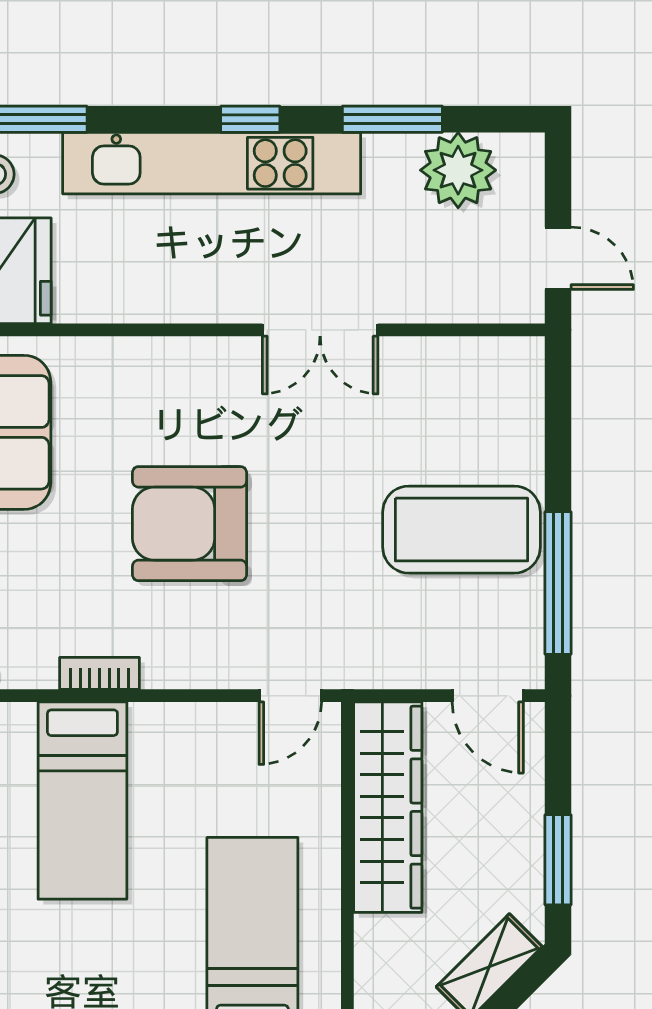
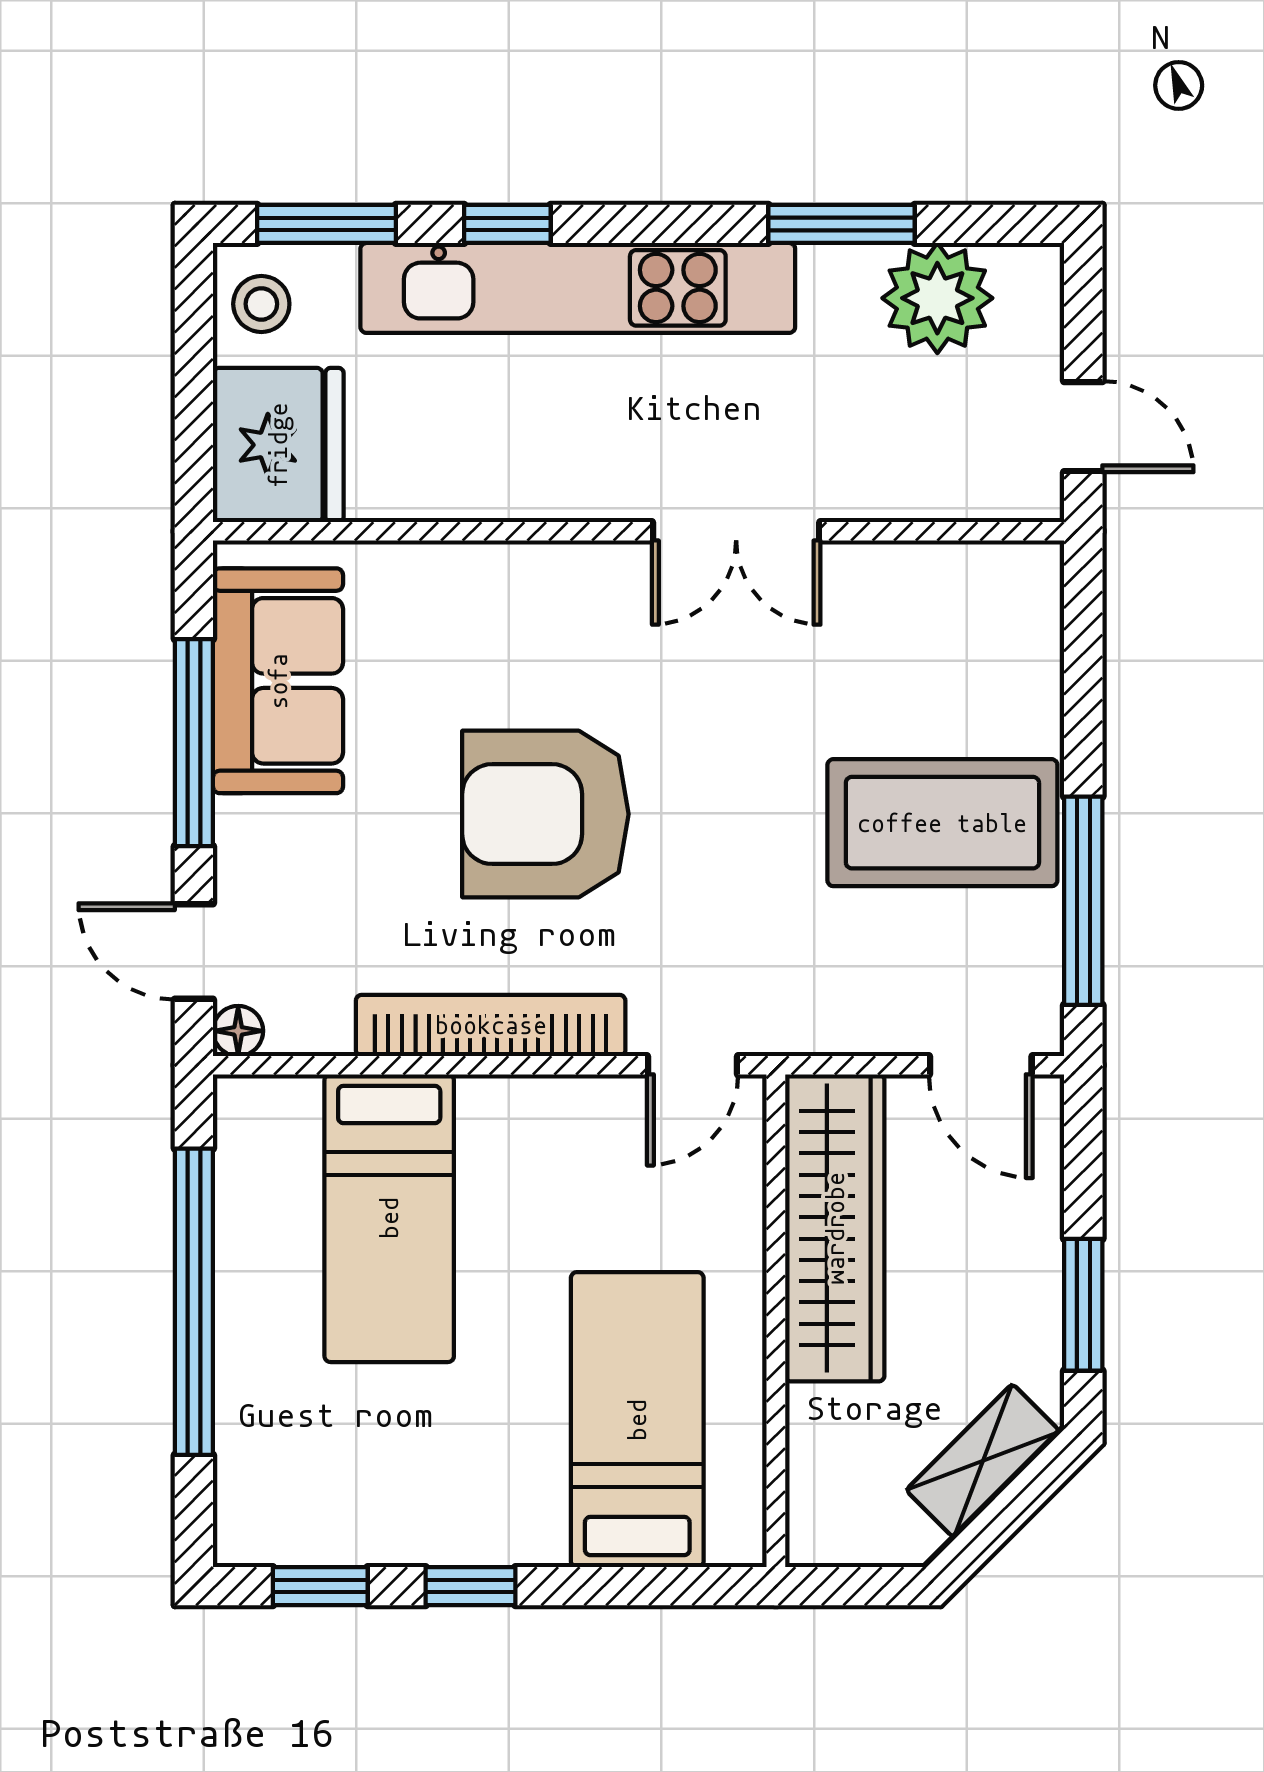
window: (250, 119) -> (507, 224), moved
bookcase: (100, 673) -> (491, 1025), width x2.31, depth x1.31

